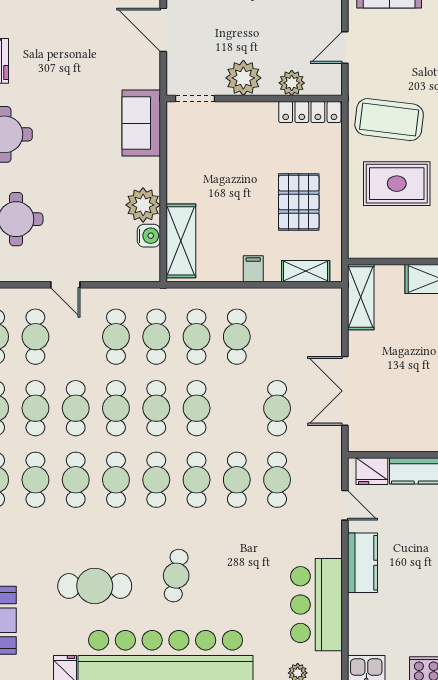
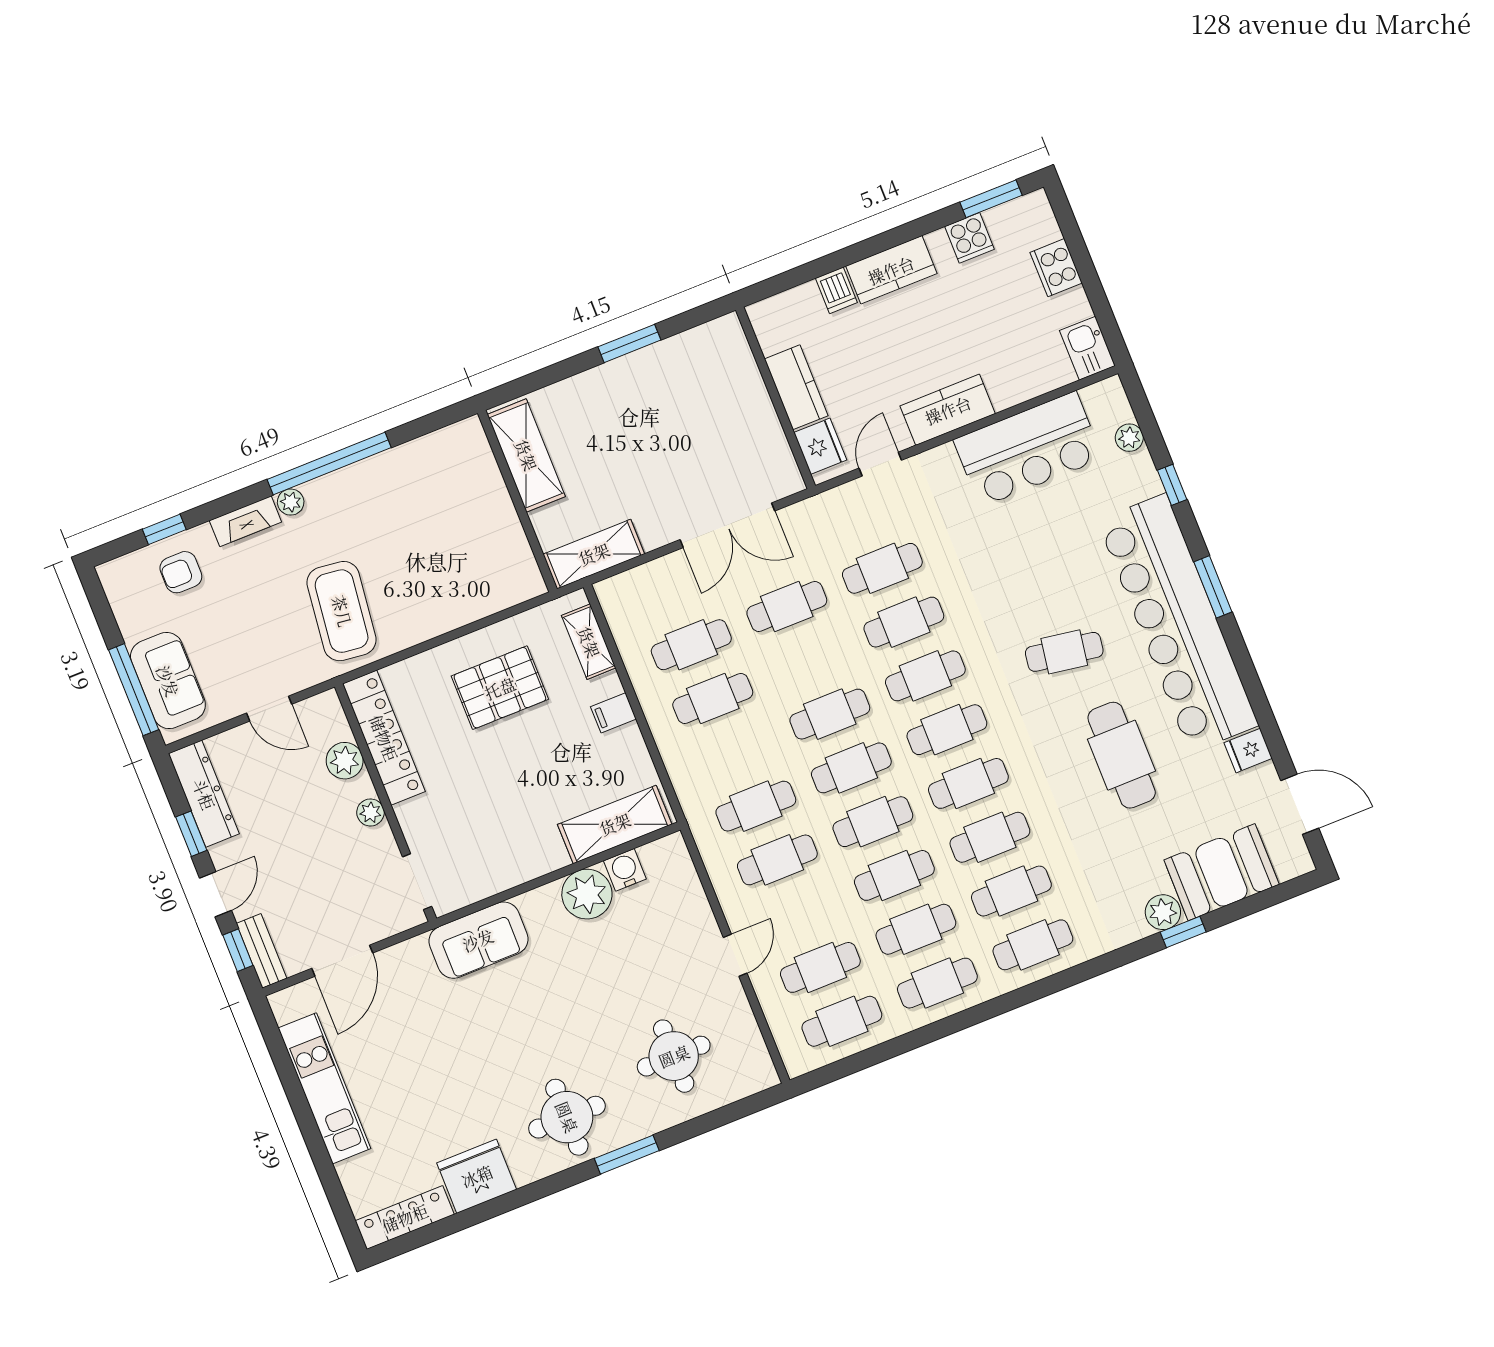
plant: (243, 78) -> (370, 812), width x0.53, depth x0.53
locker: (310, 112) -> (384, 738), width x1.41, depth x1.21
rug: (397, 184) -> (423, 567), removed
cafe table: (197, 337) -> (691, 645), moved

